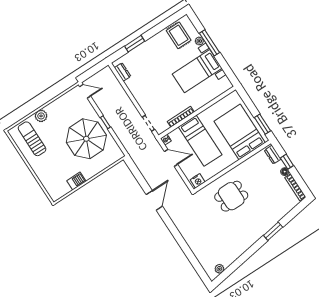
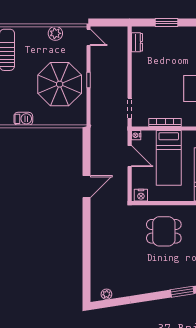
plant: (41, 116) -> (55, 33), moved

